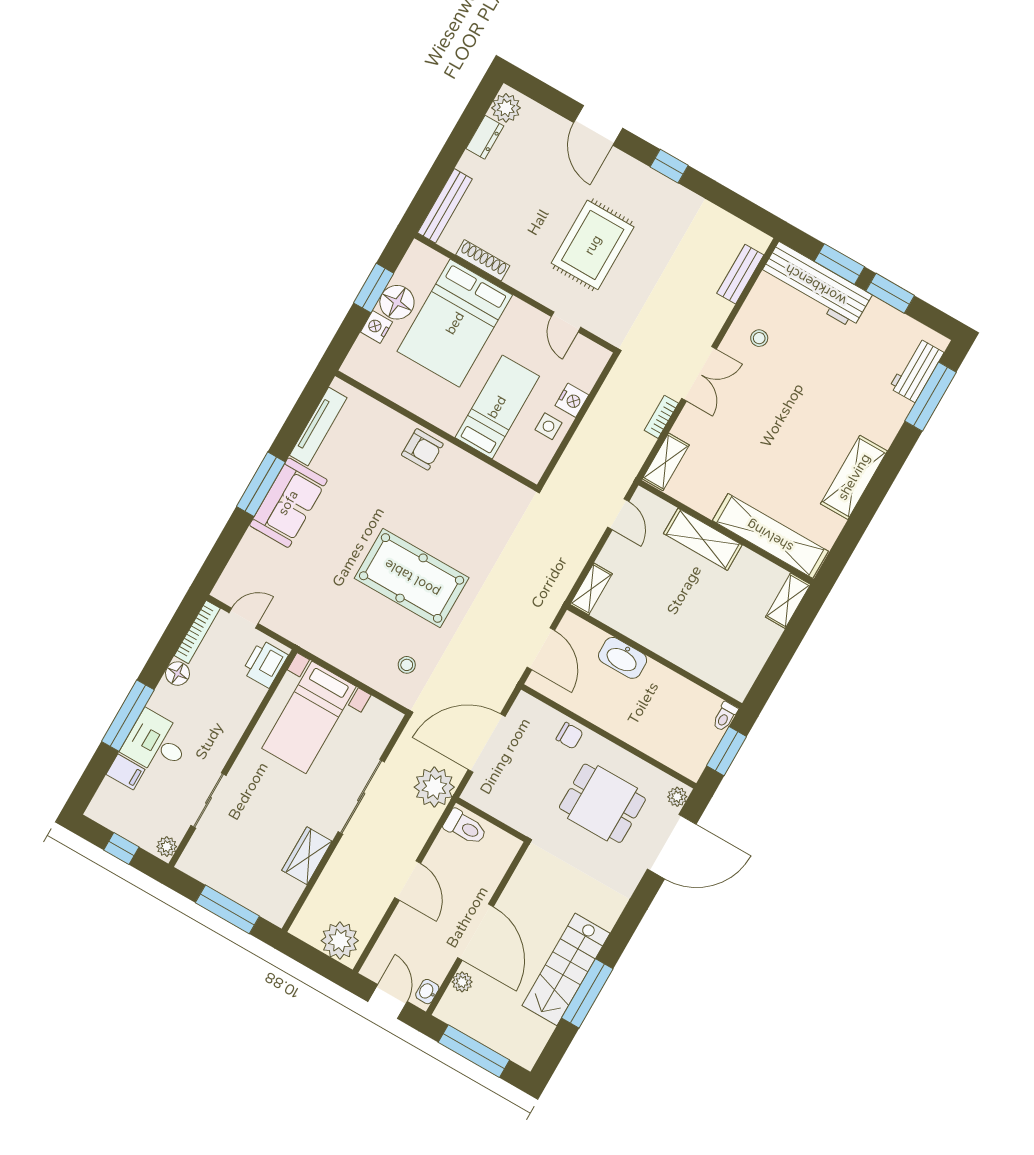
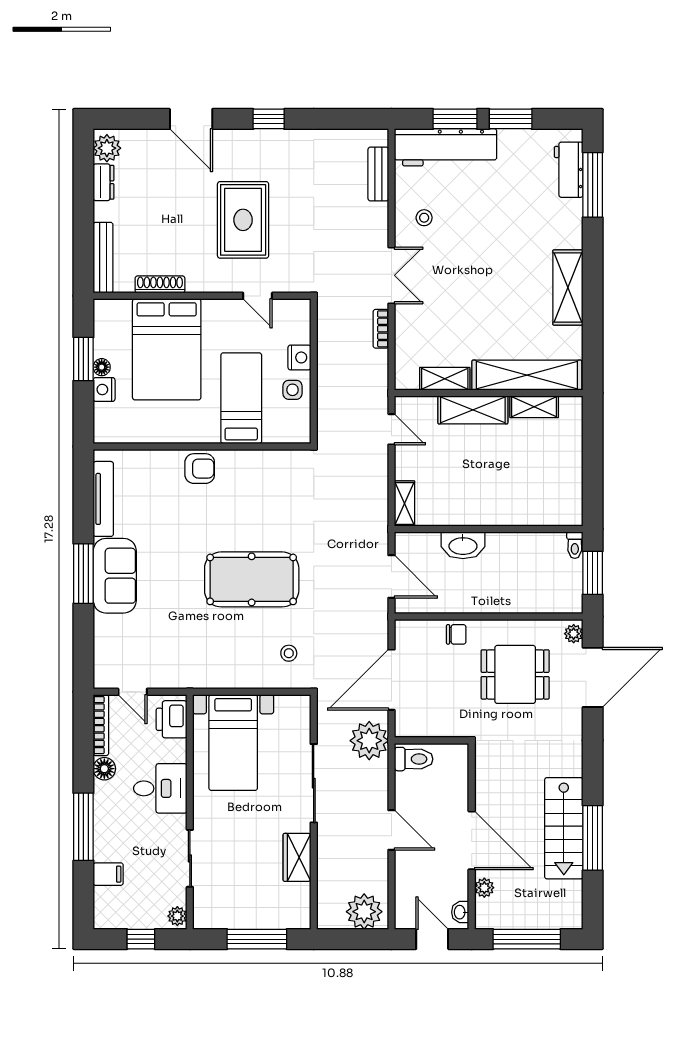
floor lamp: (397, 302) -> (102, 367), width x0.53, depth x0.53
shelving: (666, 462) -> (445, 379), moved, turned 90
shelving: (788, 601) -> (534, 407), moved, turned 90
door: (244, 618) -> (133, 692), swing flipped
desk: (156, 743) -> (160, 788), moved, turned 180

